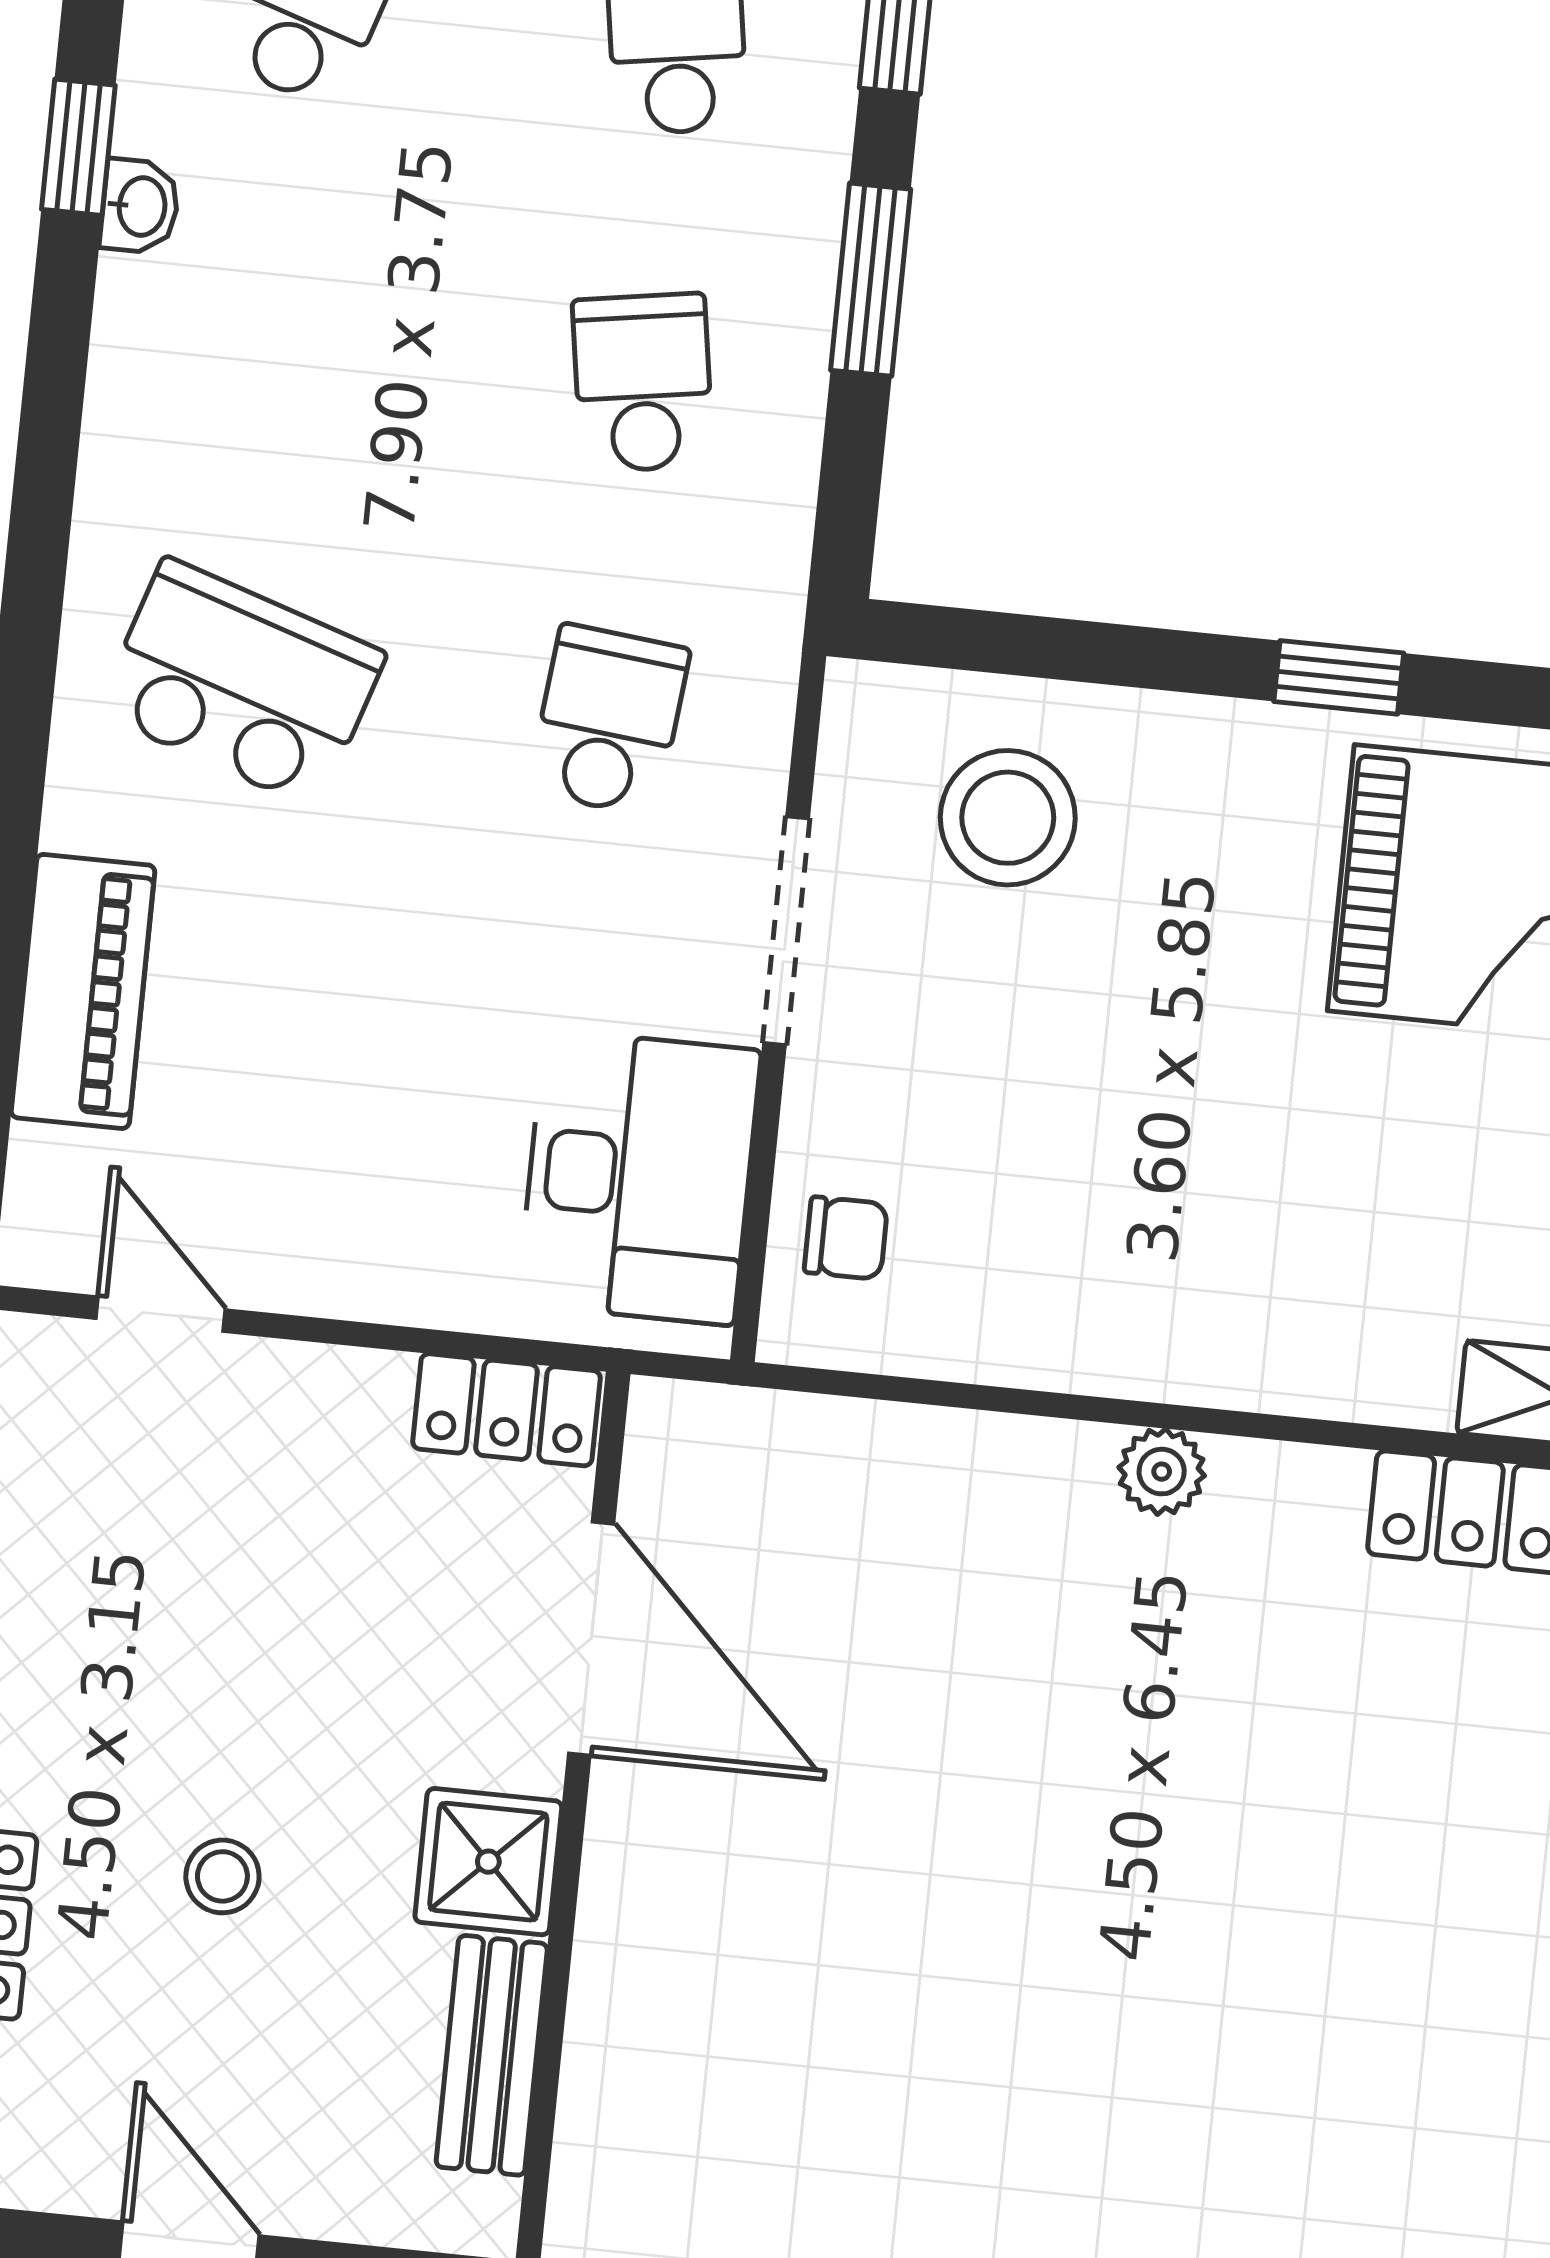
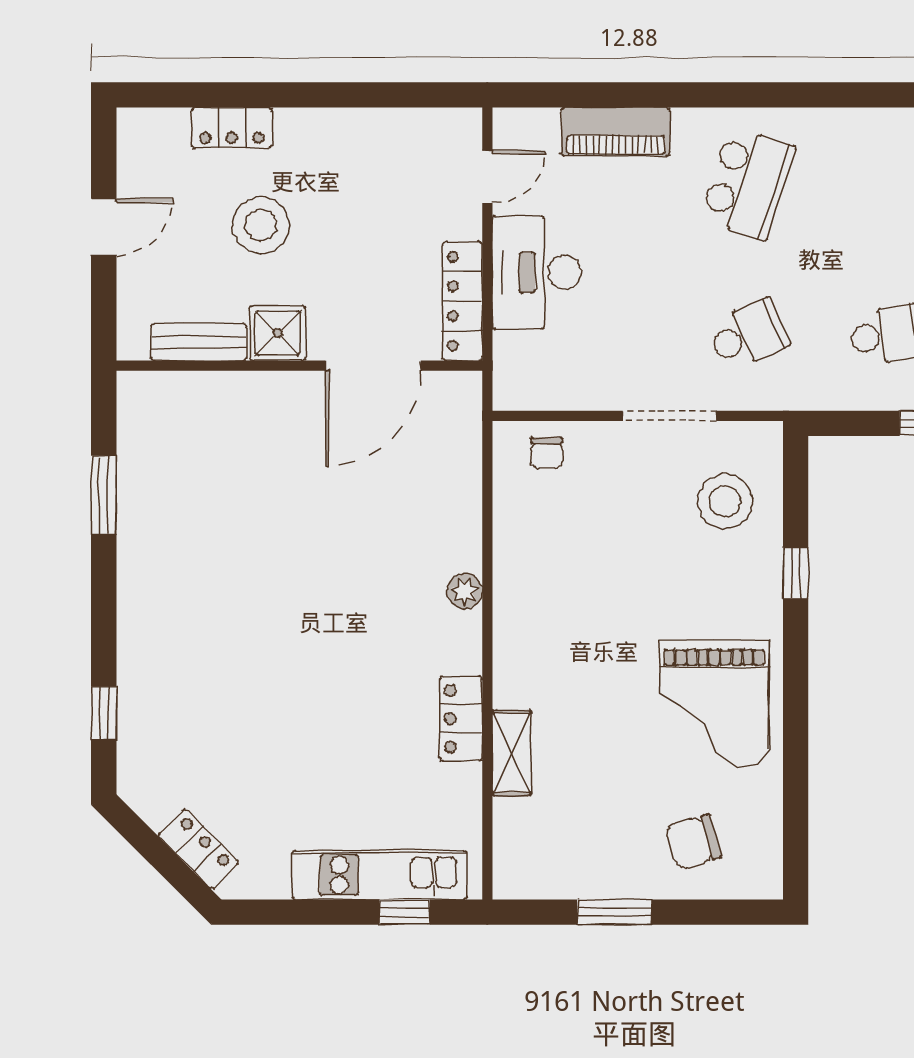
window: (1339, 677) -> (796, 573), moved
school desk: (609, 720) -> (748, 335), turned -30
desk: (639, 1177) -> (537, 272), moved, turned 90
locker: (507, 1410) -> (463, 301), width x1.53
stool: (222, 1876) -> (261, 225), width x1.89, depth x1.89

